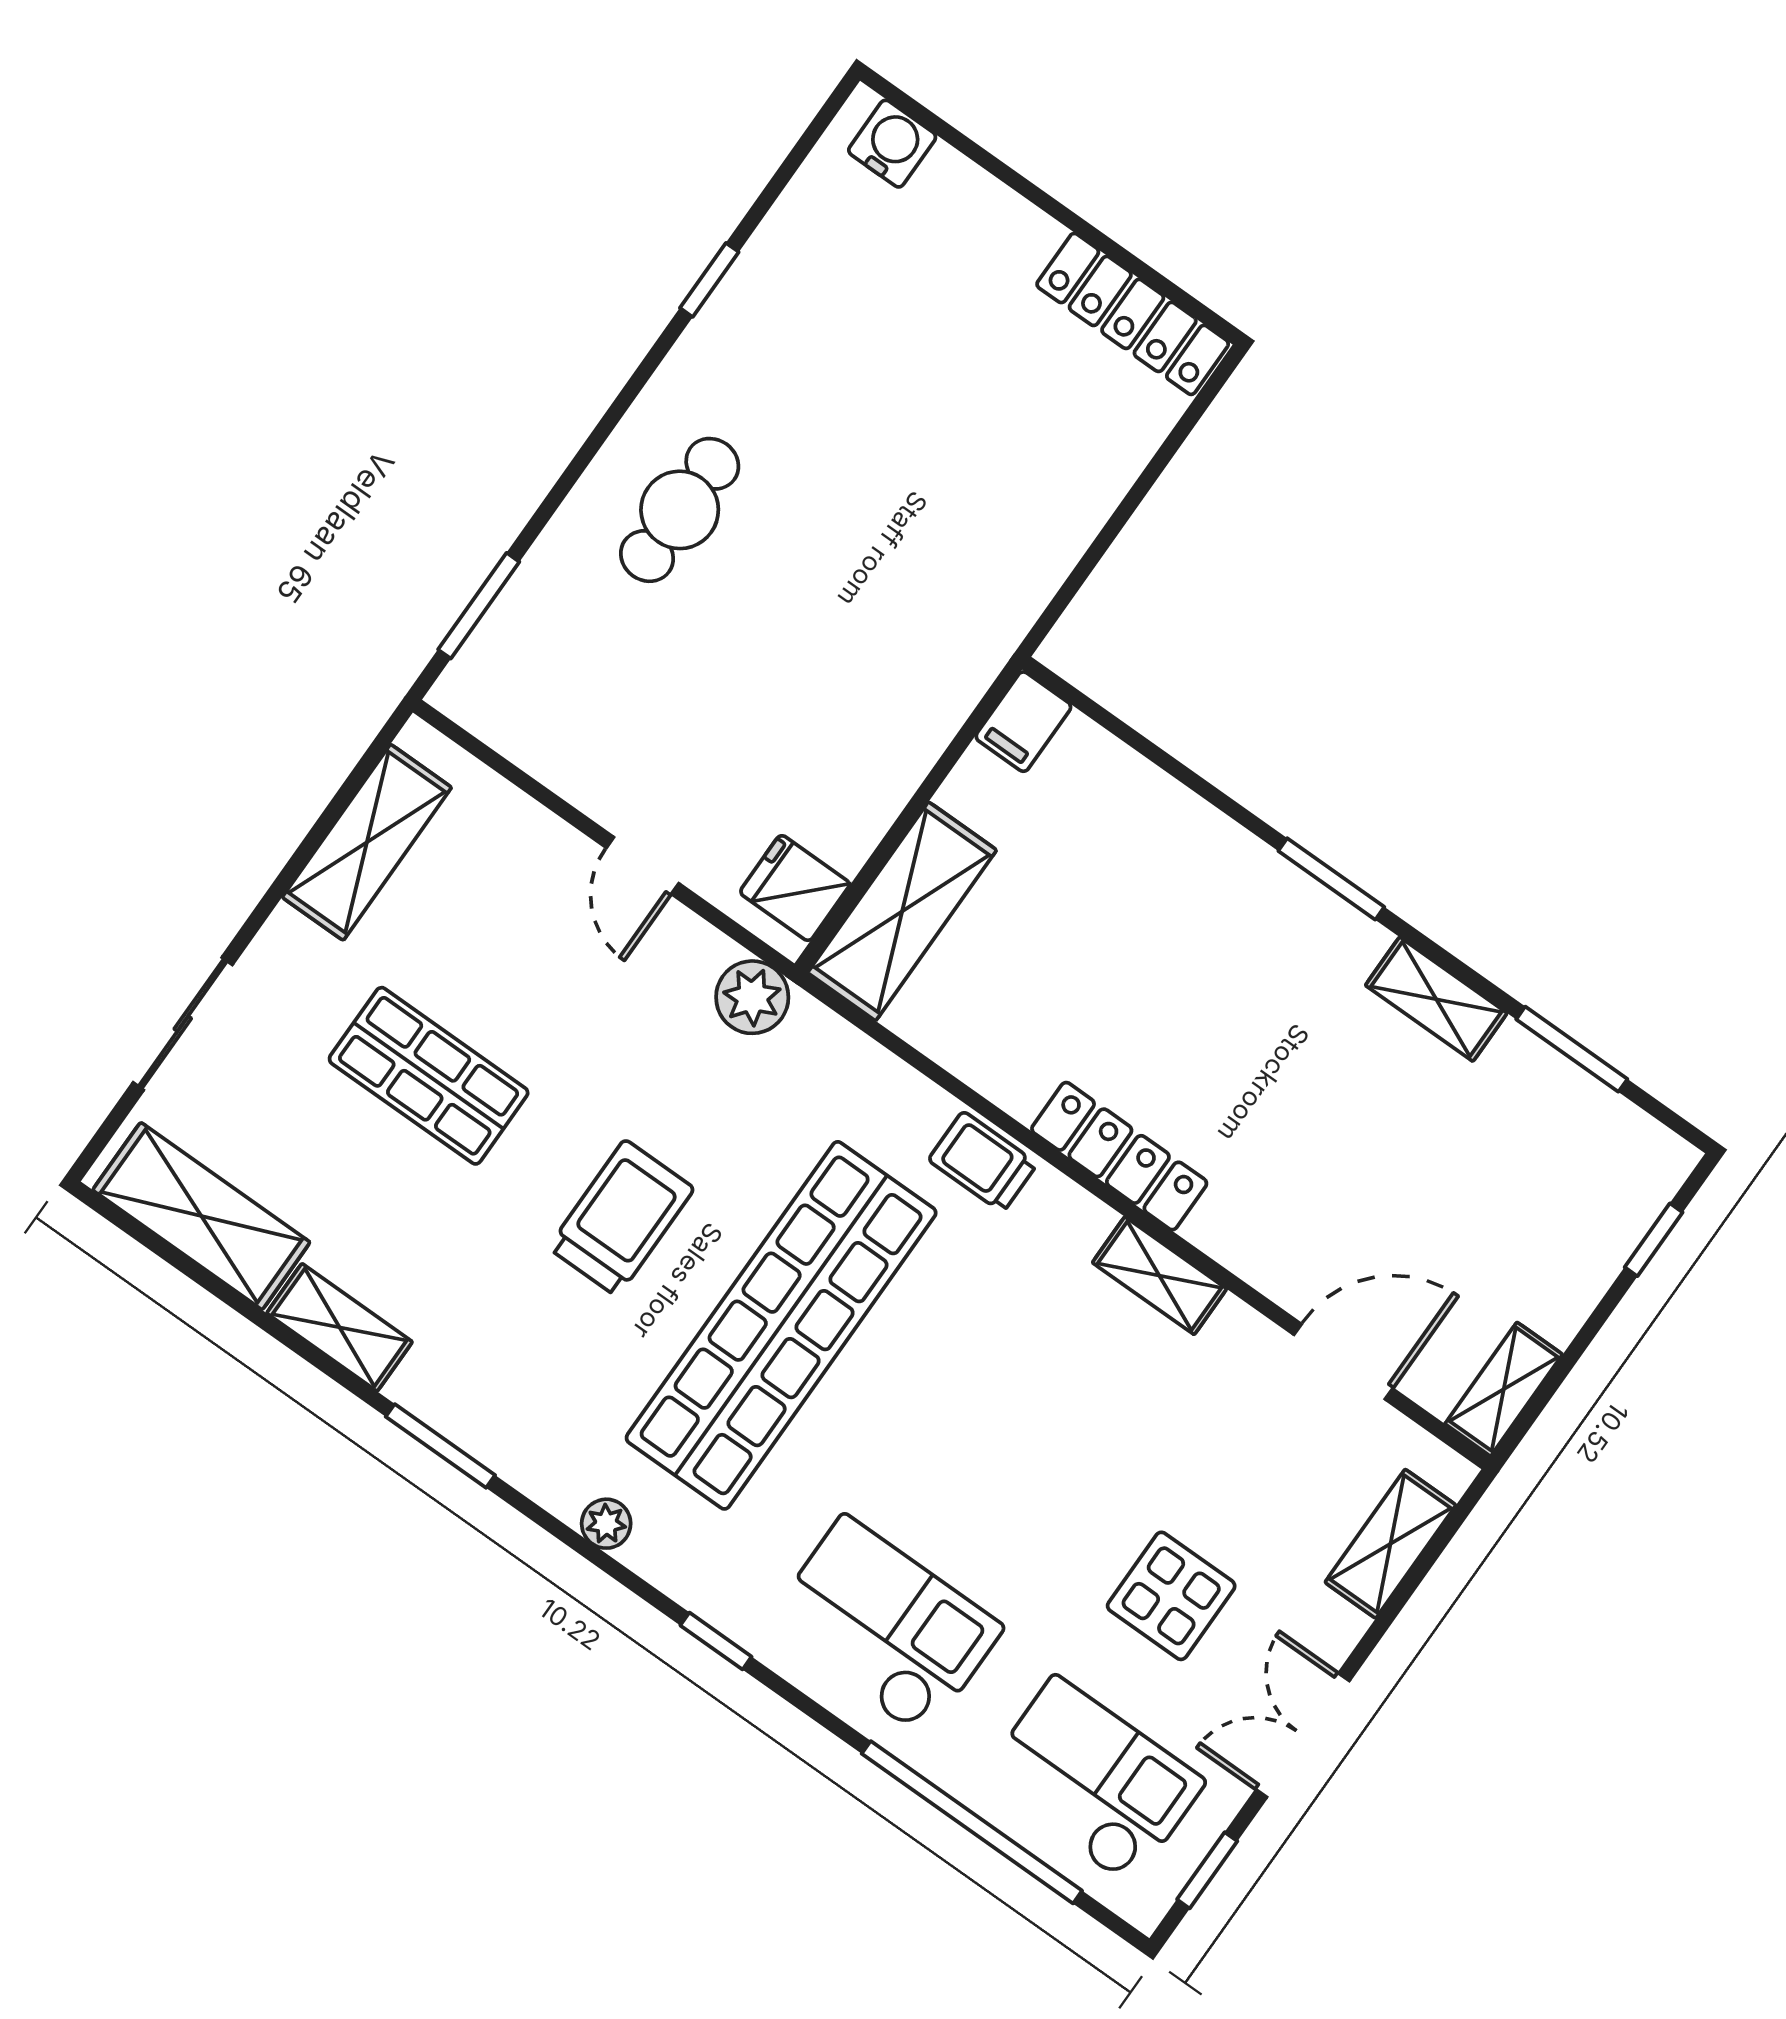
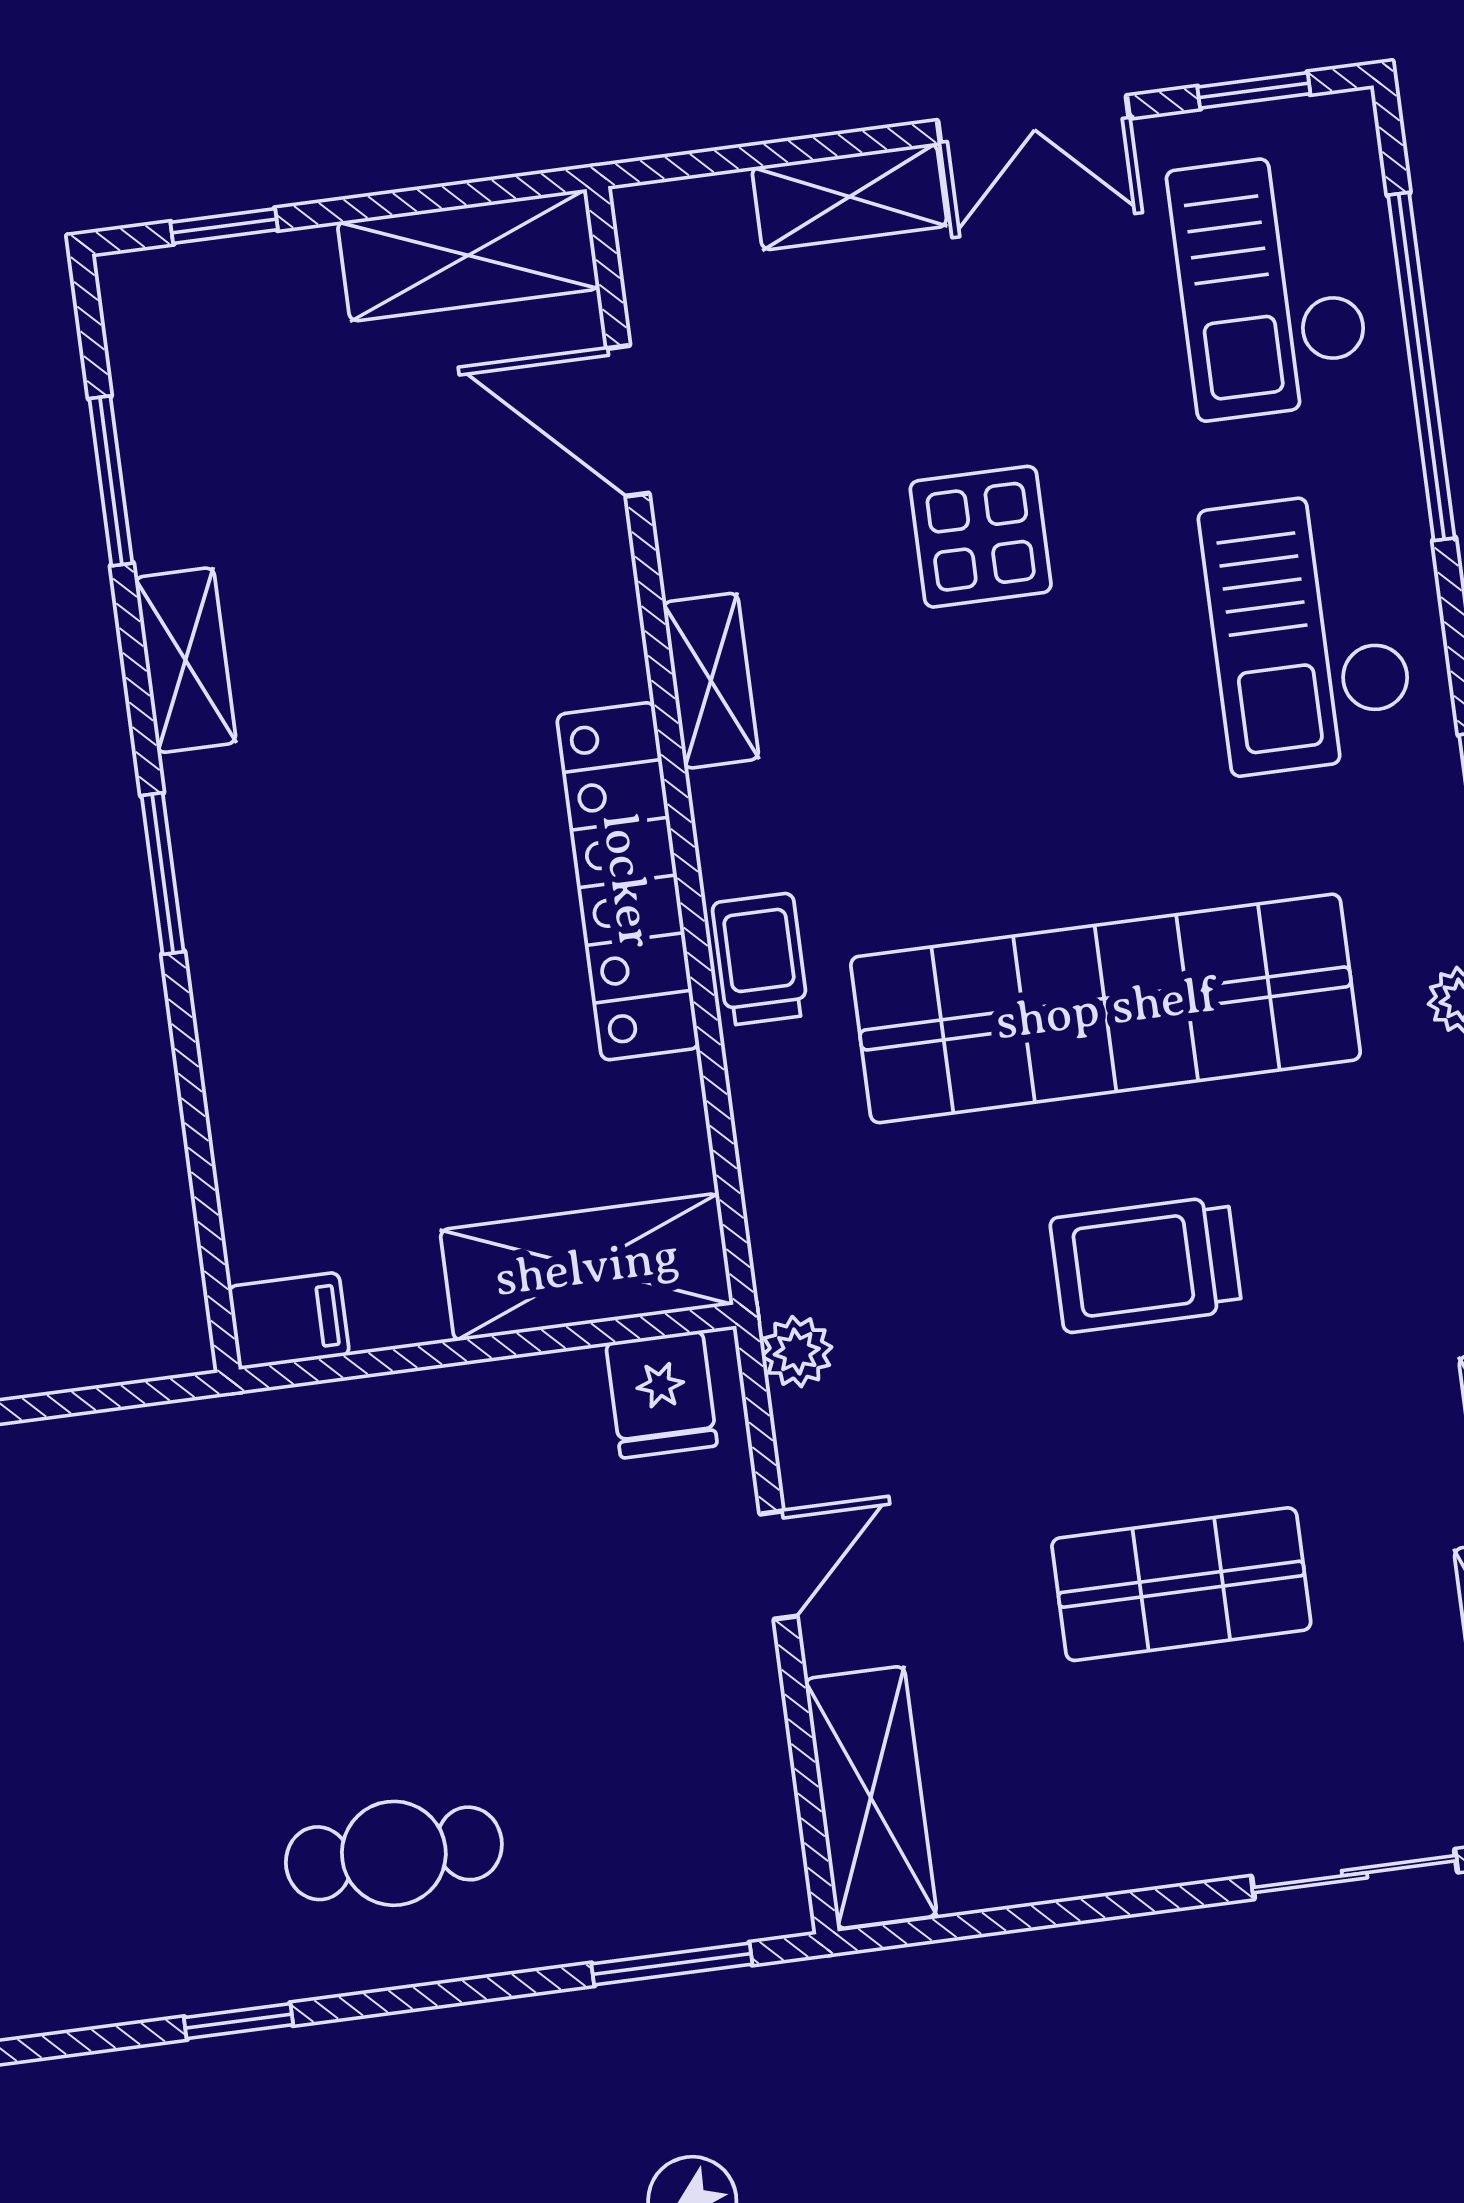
window: (709, 280) -> (238, 2021), moved
shelving: (367, 842) -> (871, 1797), moved, turned 90
plant: (752, 997) -> (797, 1352), width x0.73, depth x0.73
shop shelf: (429, 1076) -> (1181, 1584), turned 90
locker: (1119, 1156) -> (628, 881), width x1.41, depth x1.21
trolley: (983, 1162) -> (760, 959), turned 180
shelving: (1504, 1389) -> (468, 255), width x1.50, depth x1.33
shelving: (1390, 1544) -> (849, 197), moved
display table: (1171, 1596) -> (981, 537), moved

